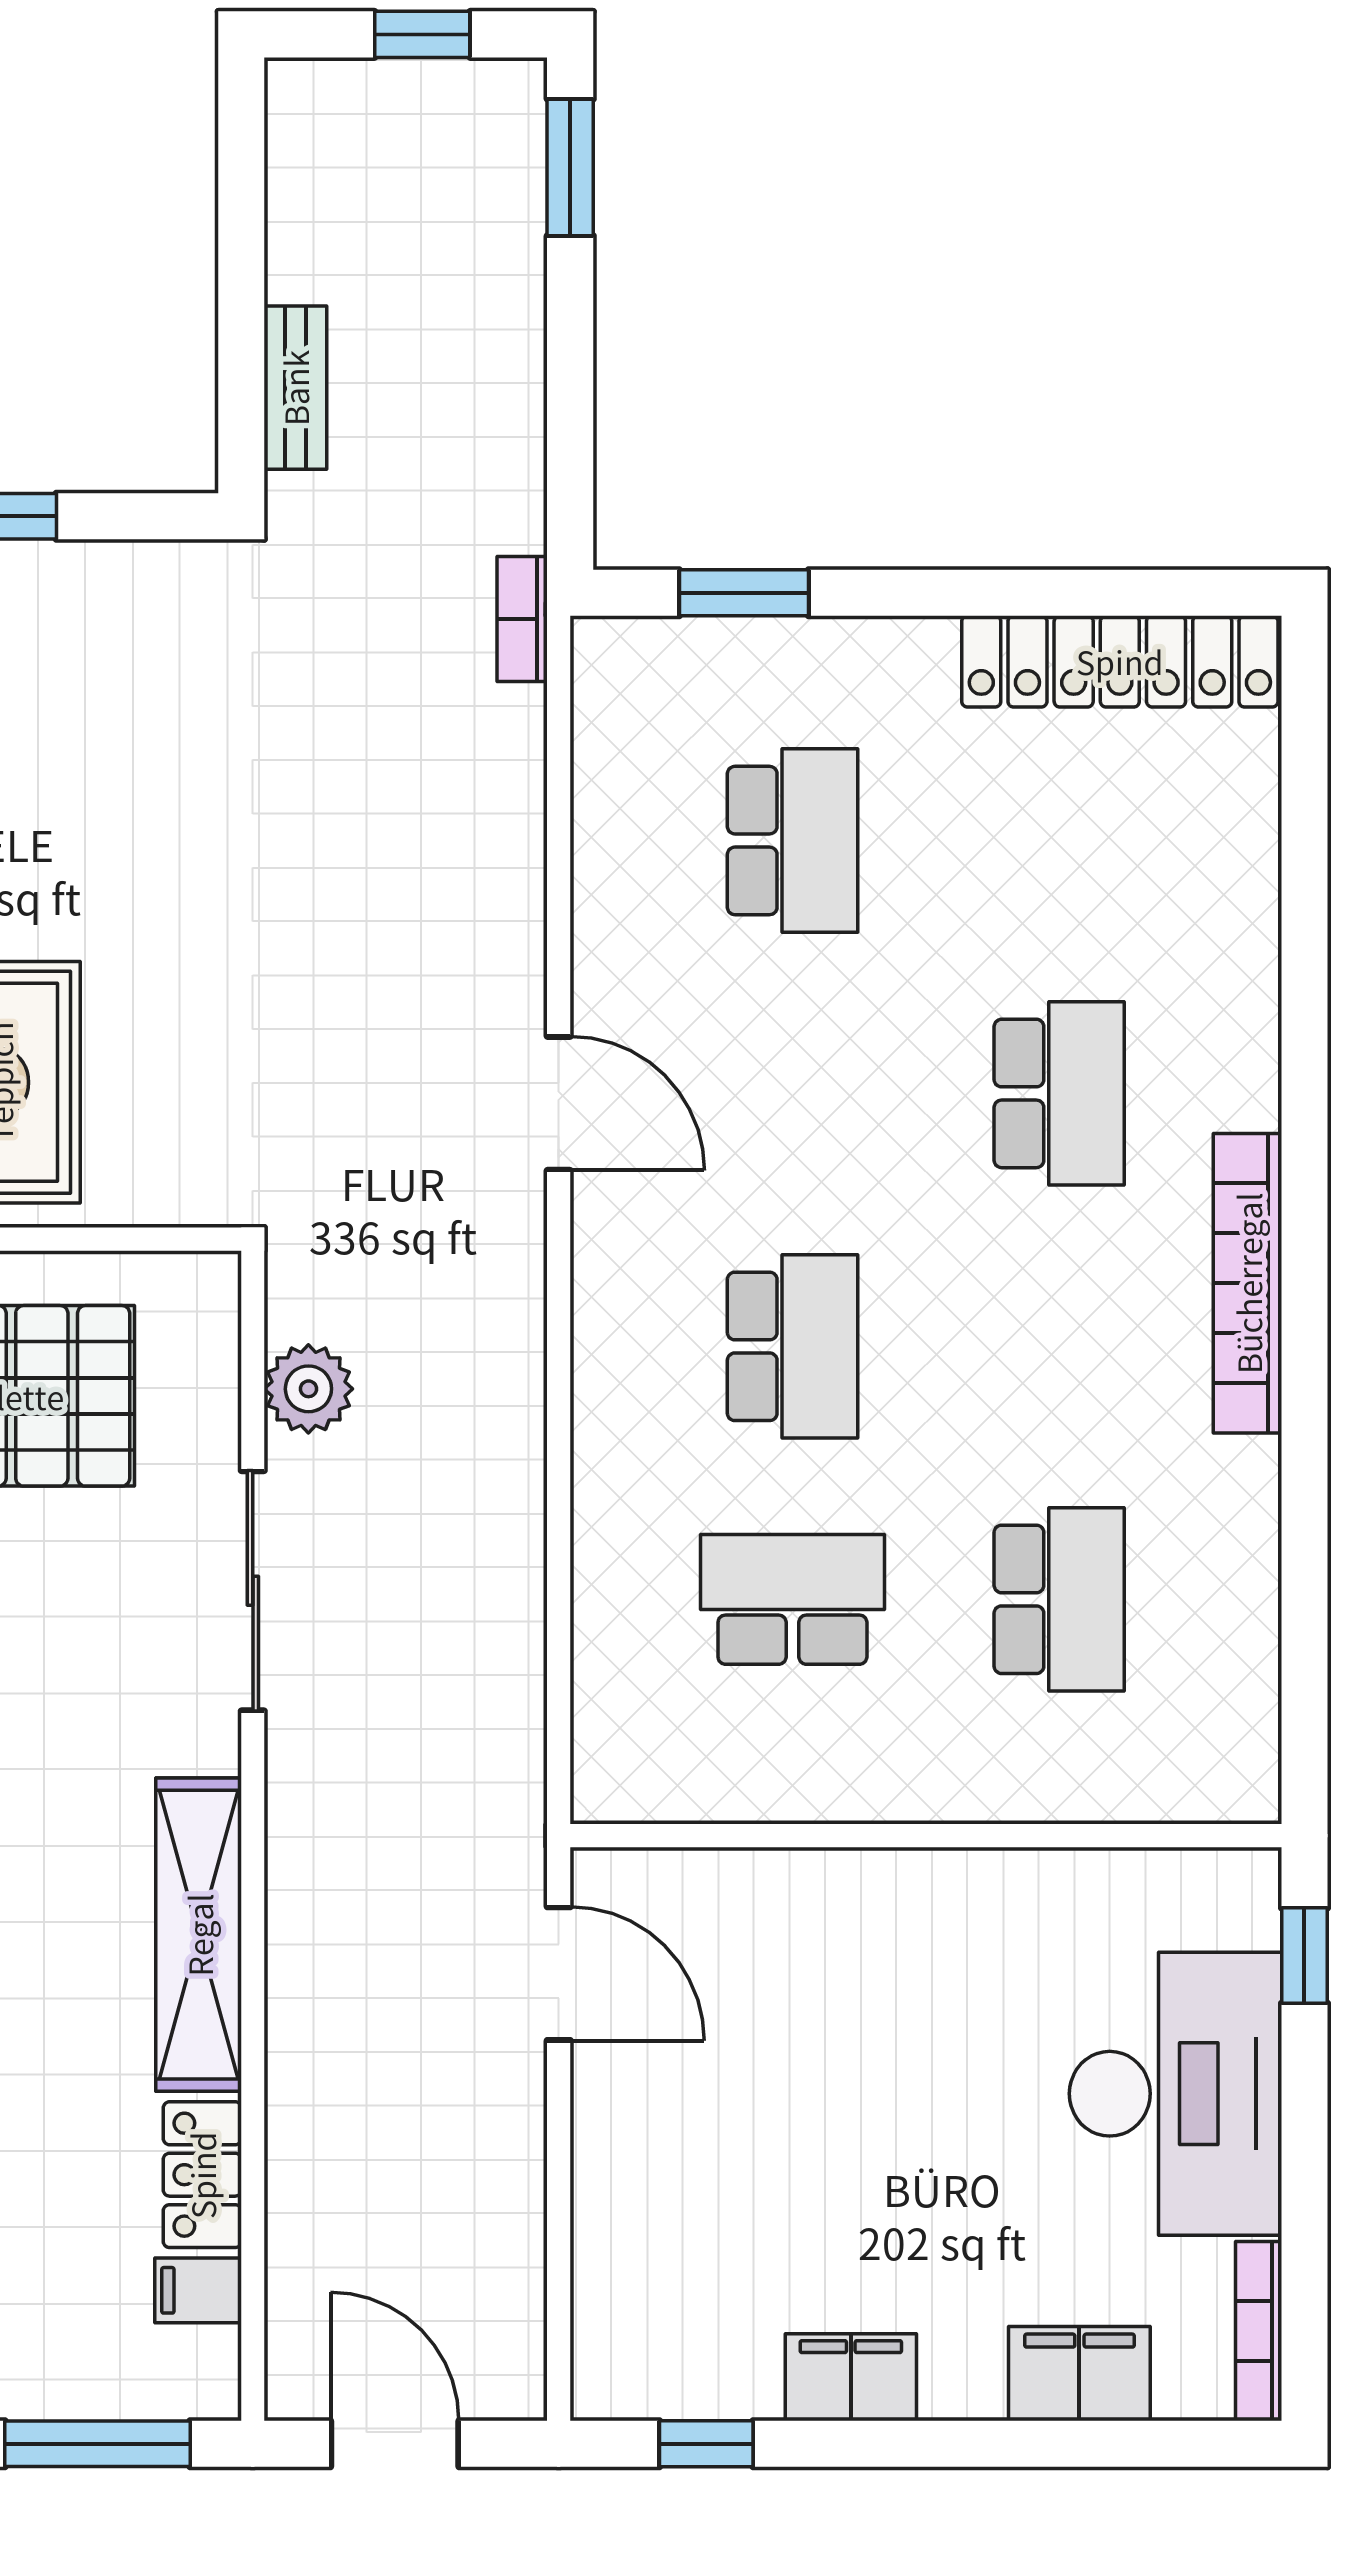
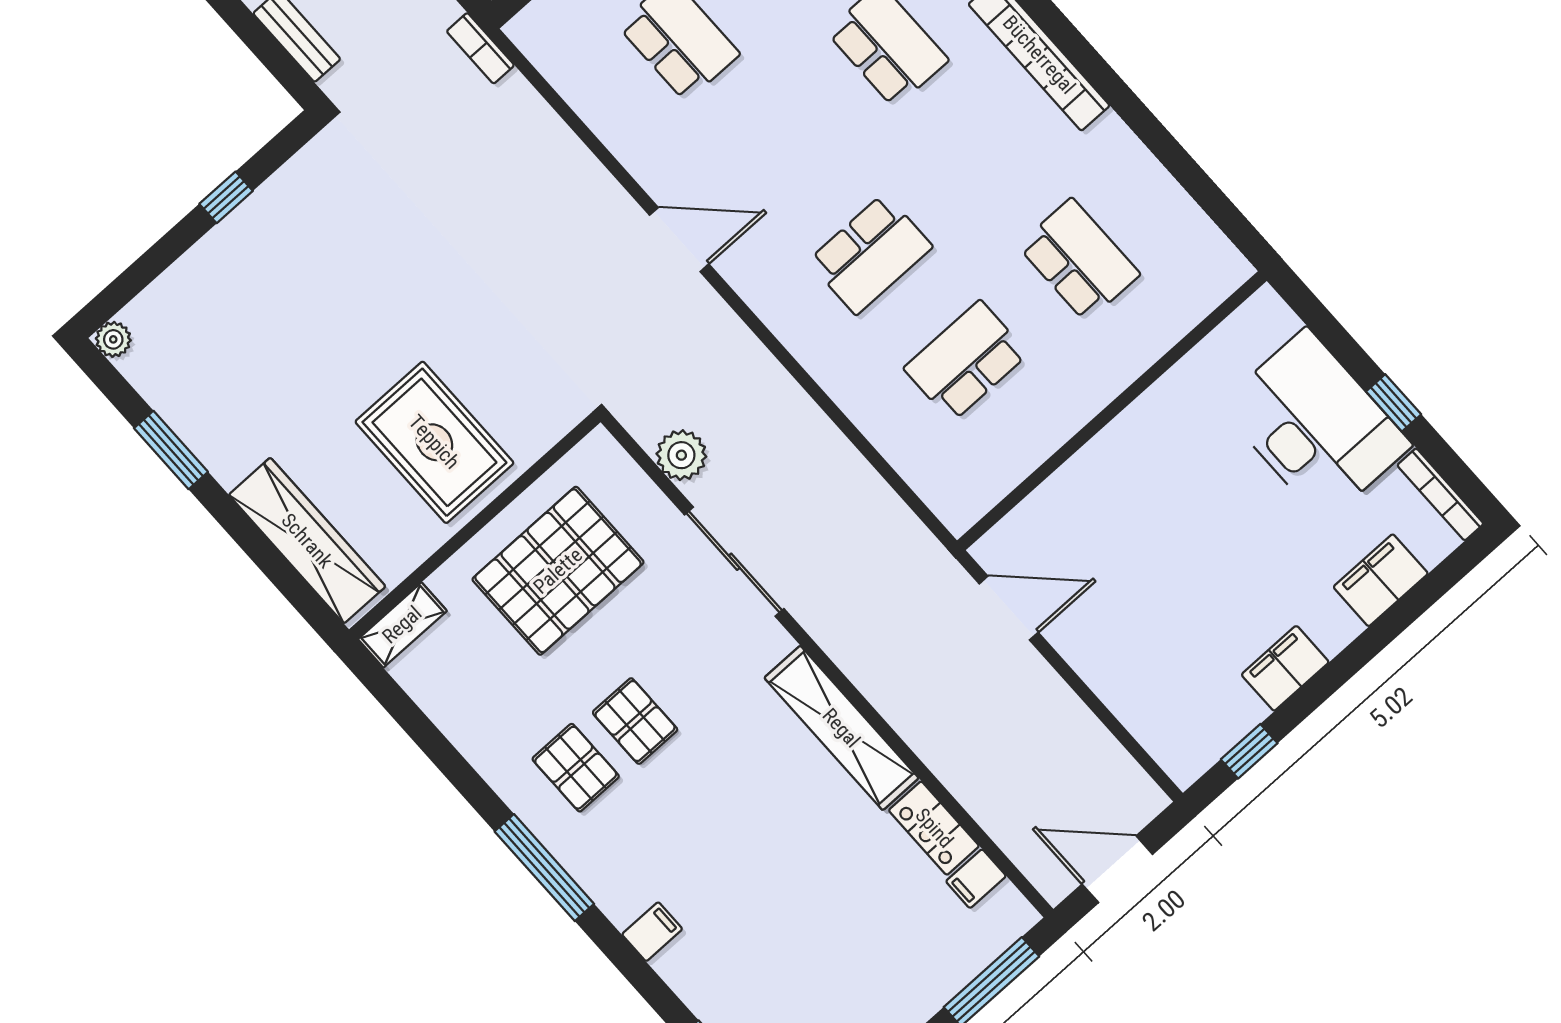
school desk: (792, 1346) -> (870, 254), turned 90
window: (1304, 1956) -> (1394, 403), moved

